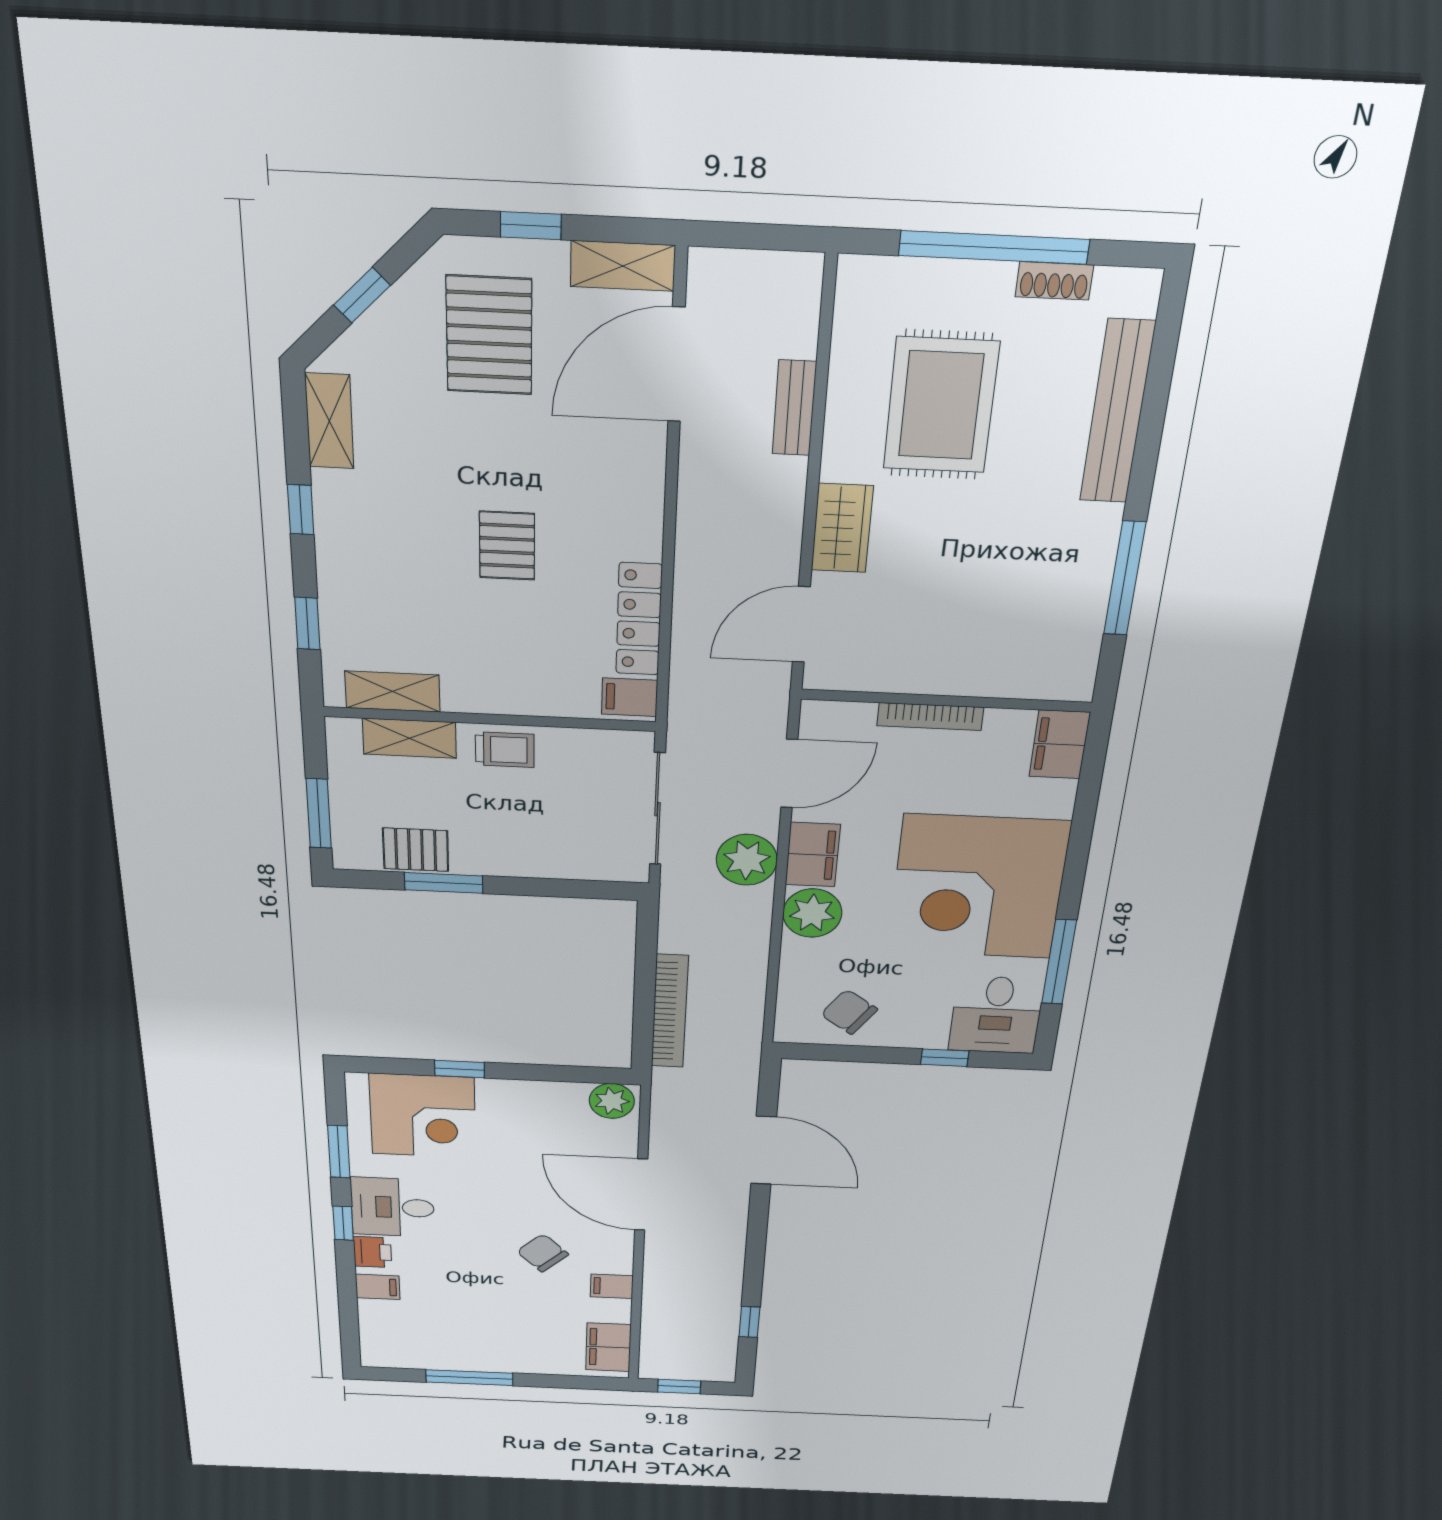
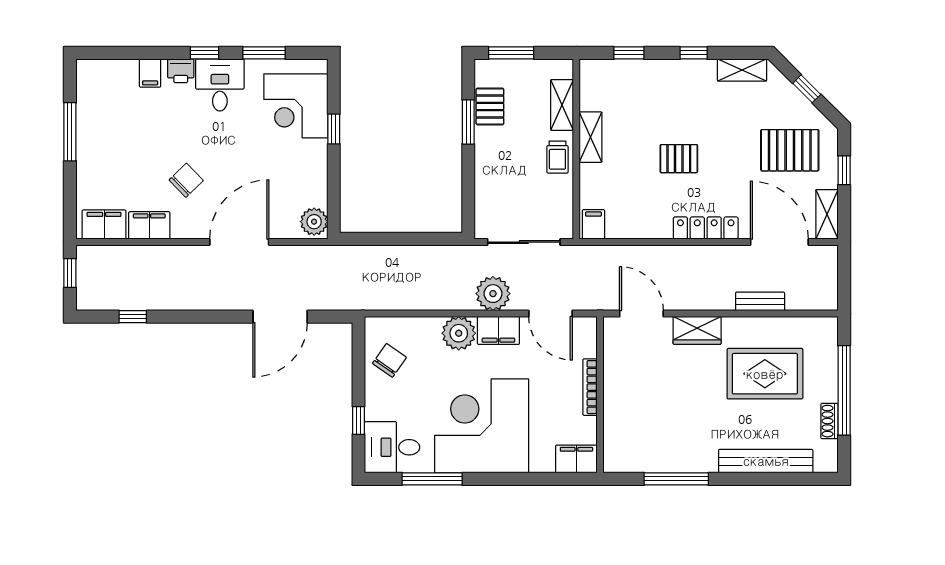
locker: (639, 619) -> (706, 228), moved
shelving: (392, 691) -> (590, 137), moved
bookcase: (670, 1011) -> (384, 254), removed
filing cabinet: (612, 1286) -> (149, 225), width x2.00

